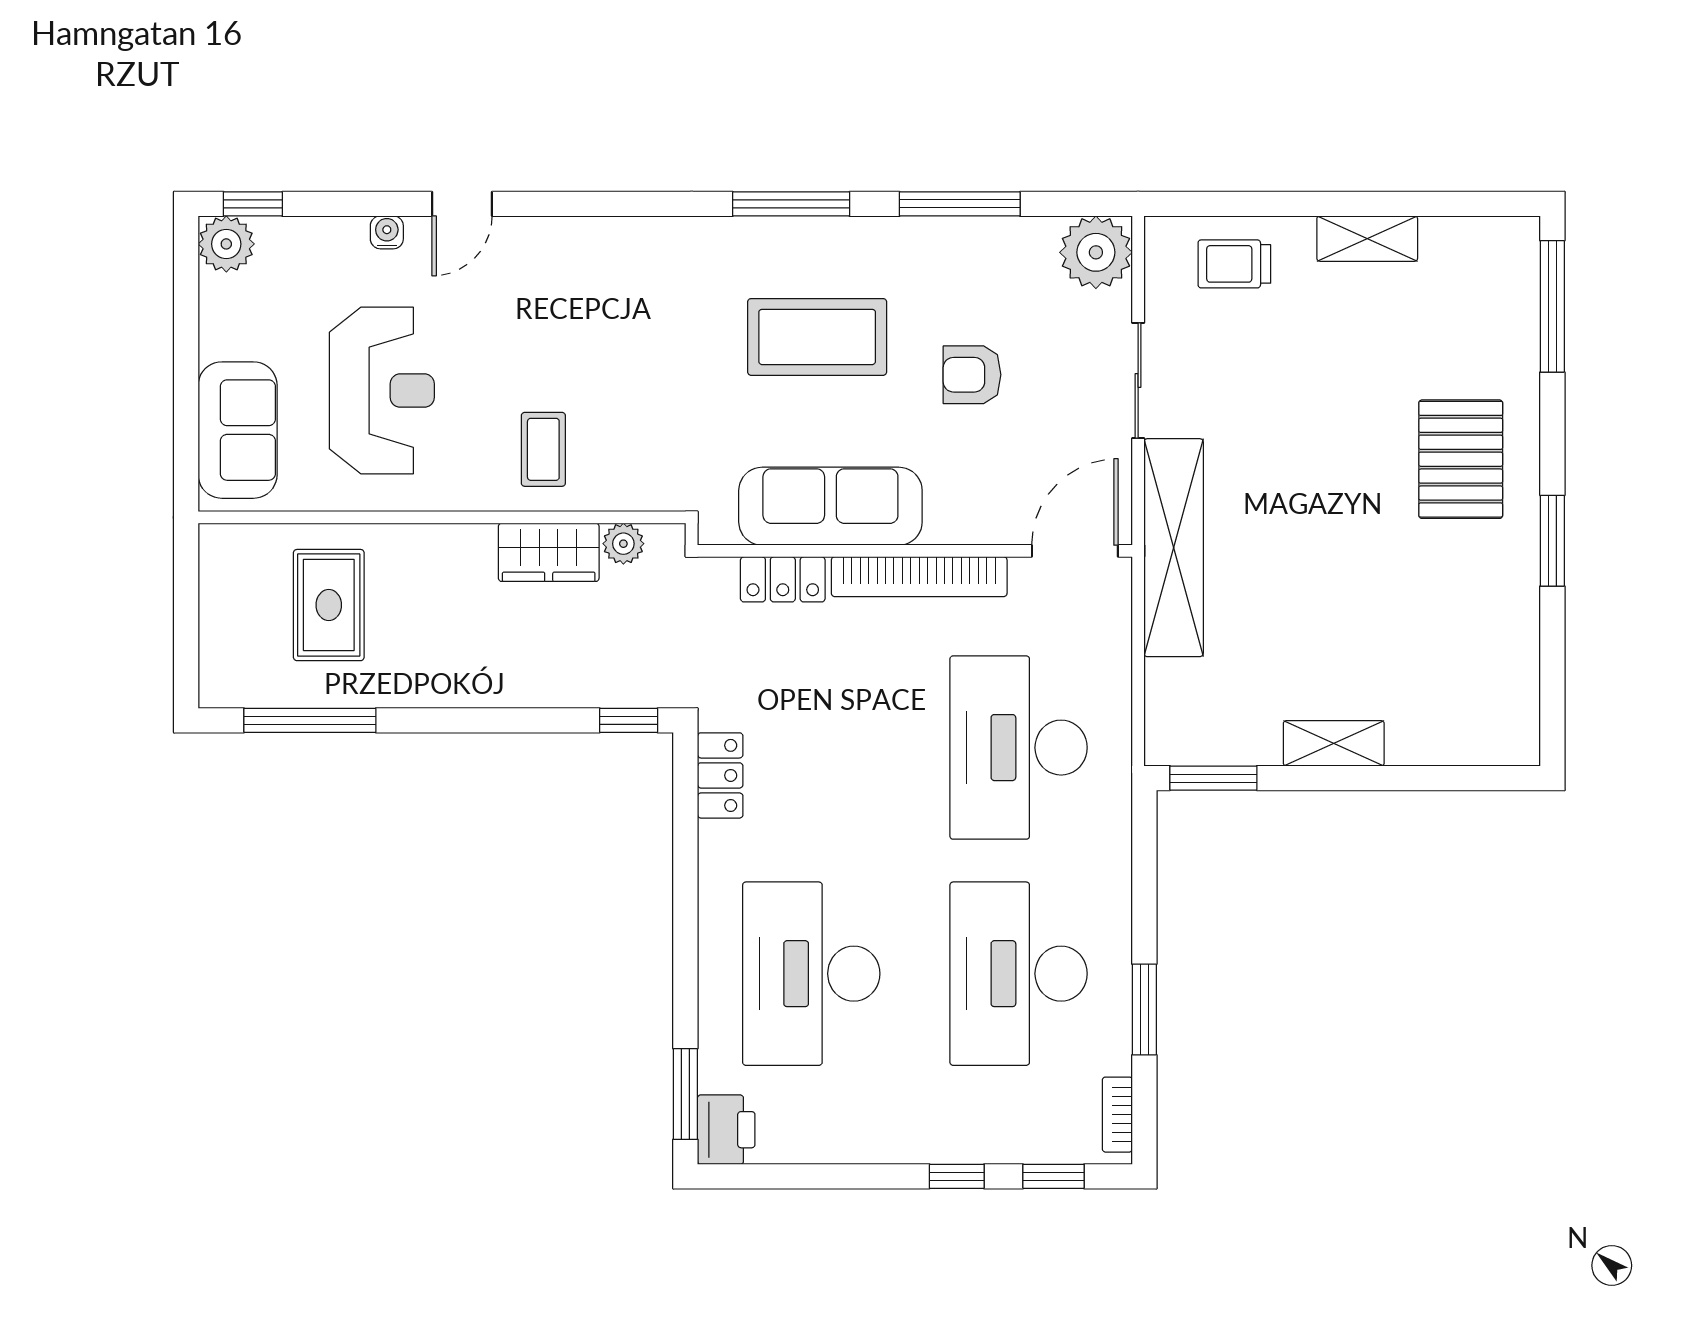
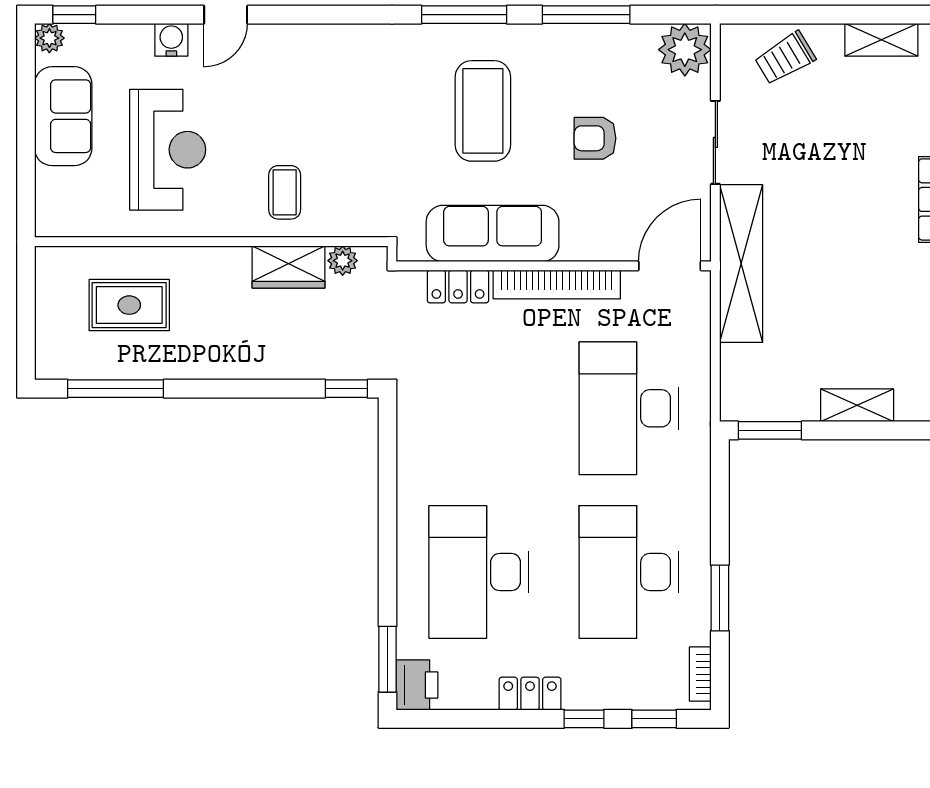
water cooler: (387, 232) -> (171, 40), width x1.38, depth x1.38
plant: (226, 244) -> (49, 38), width x0.73, depth x0.73
trolley: (1234, 264) -> (785, 58), turned -31
coffee table: (817, 337) -> (483, 111), turned 90
sofa: (238, 430) -> (63, 116), moved
rug: (329, 605) -> (129, 305), turned 90
locker: (720, 775) -> (530, 694), moved, turned -90

